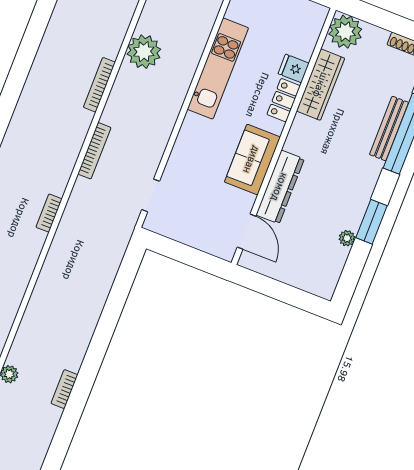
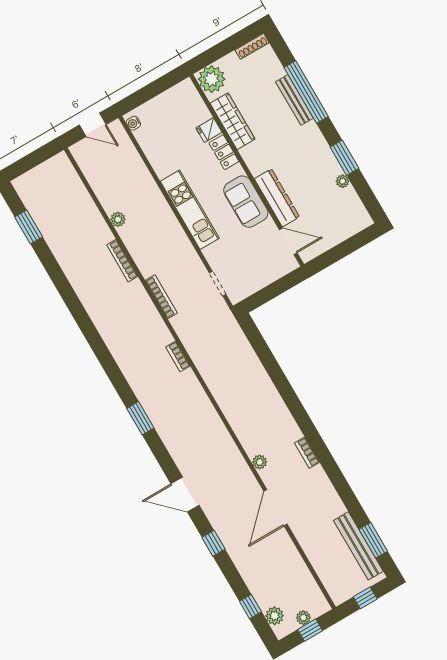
plant: (144, 52) -> (118, 219), width x0.53, depth x0.53
kitchen unit: (218, 69) -> (190, 210), moved
bookcase: (64, 389) -> (307, 453), moved

